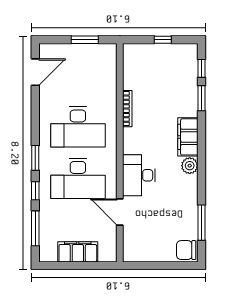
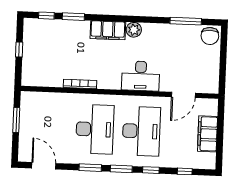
window: (35, 124) -> (90, 168), added
door: (120, 212) -> (183, 95), moved
window: (35, 228) -> (185, 171), width x0.46

